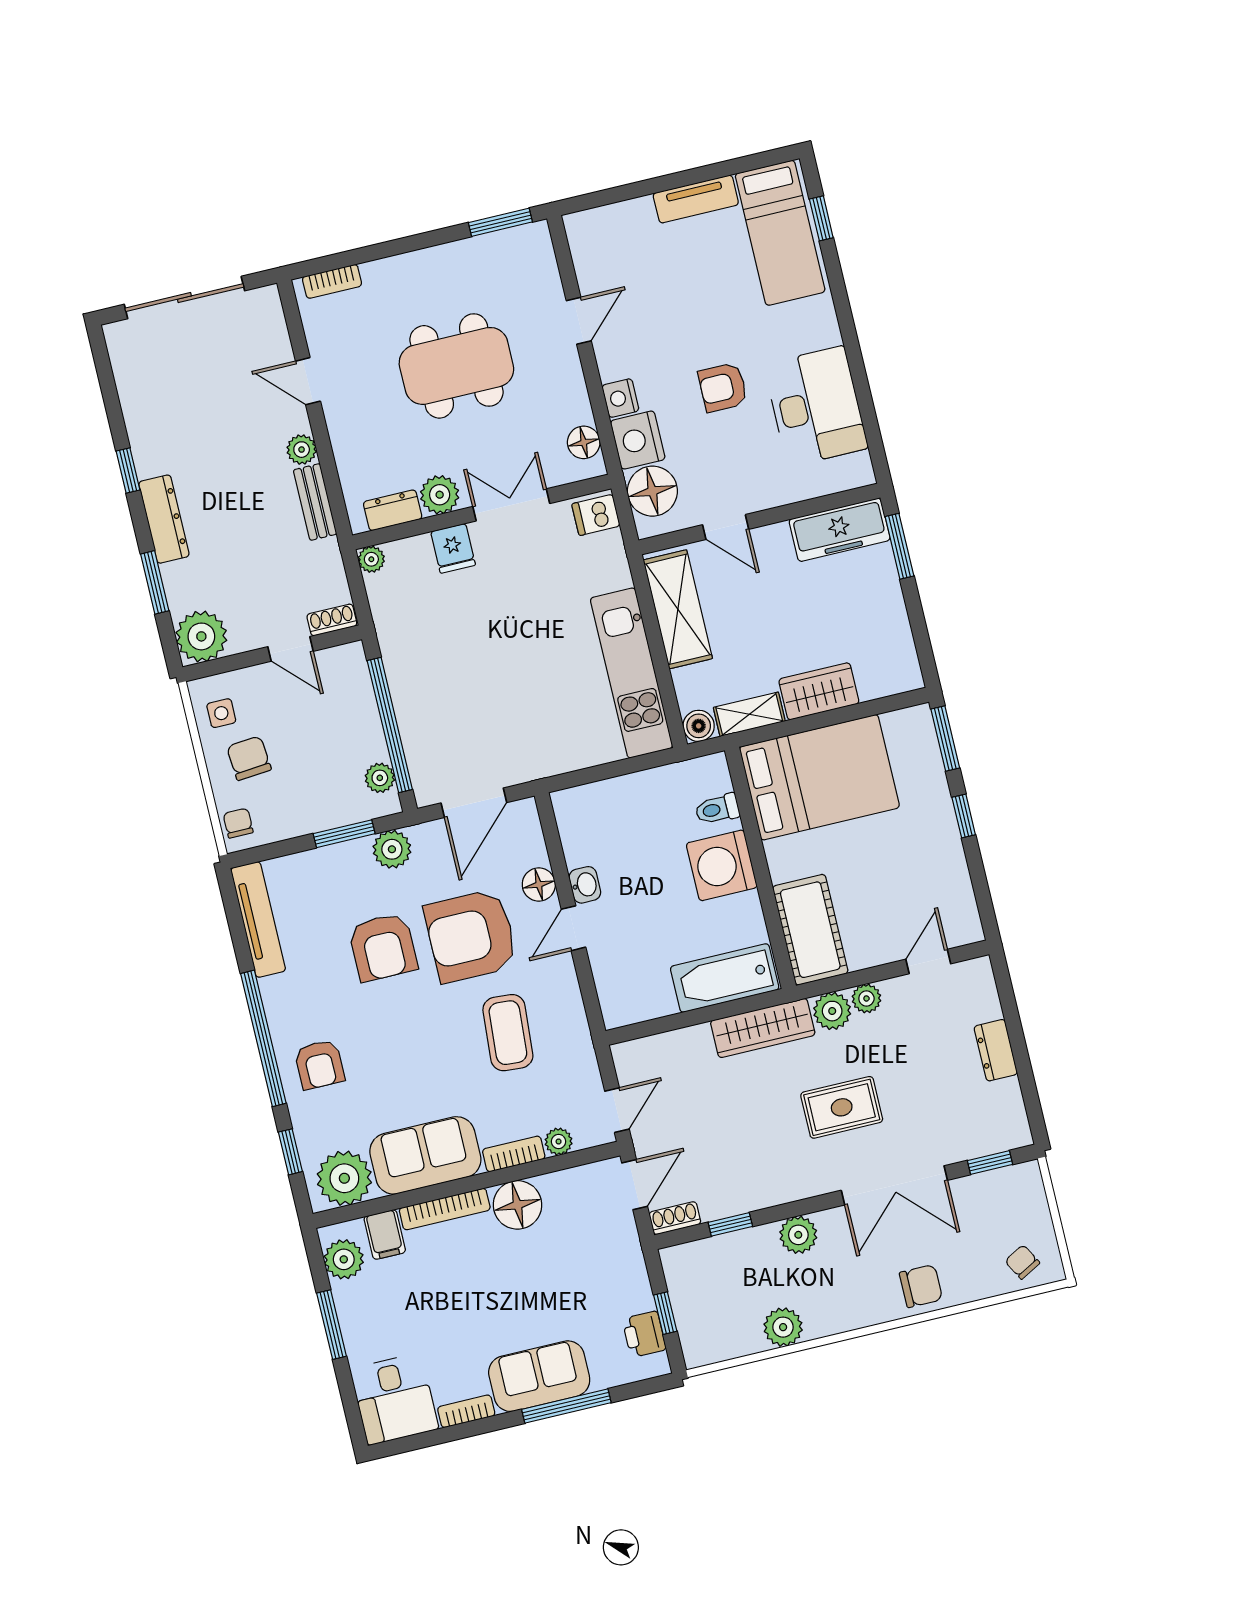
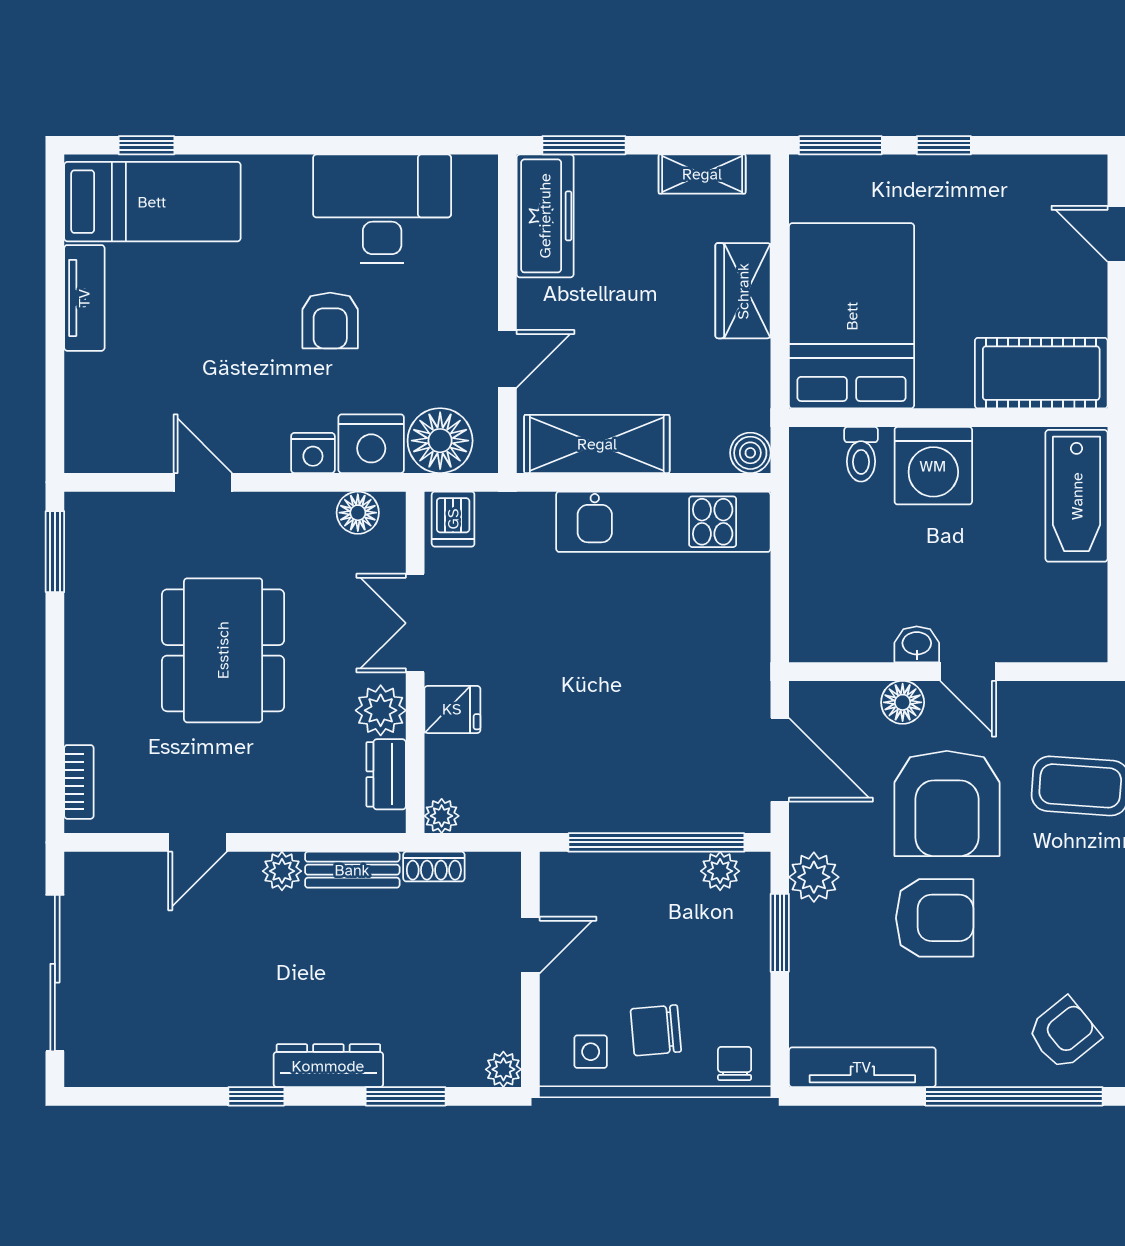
shoe rack: (332, 620) -> (434, 867), moved, turned -90
plant: (201, 636) -> (503, 1069), width x0.53, depth x0.53
shelving: (749, 714) -> (702, 174), moved, turned 90
chair: (238, 823) -> (735, 1063), turned 90
armchair: (319, 1065) -> (1064, 1033), turned -39

